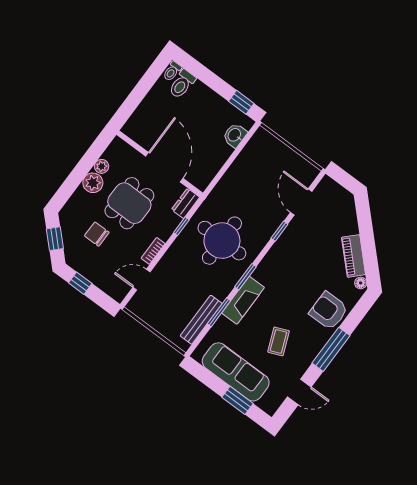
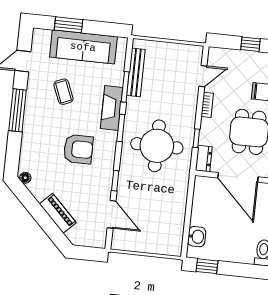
piano: (354, 256) -> (58, 213), moved
armchair: (329, 311) -> (78, 149), moved

